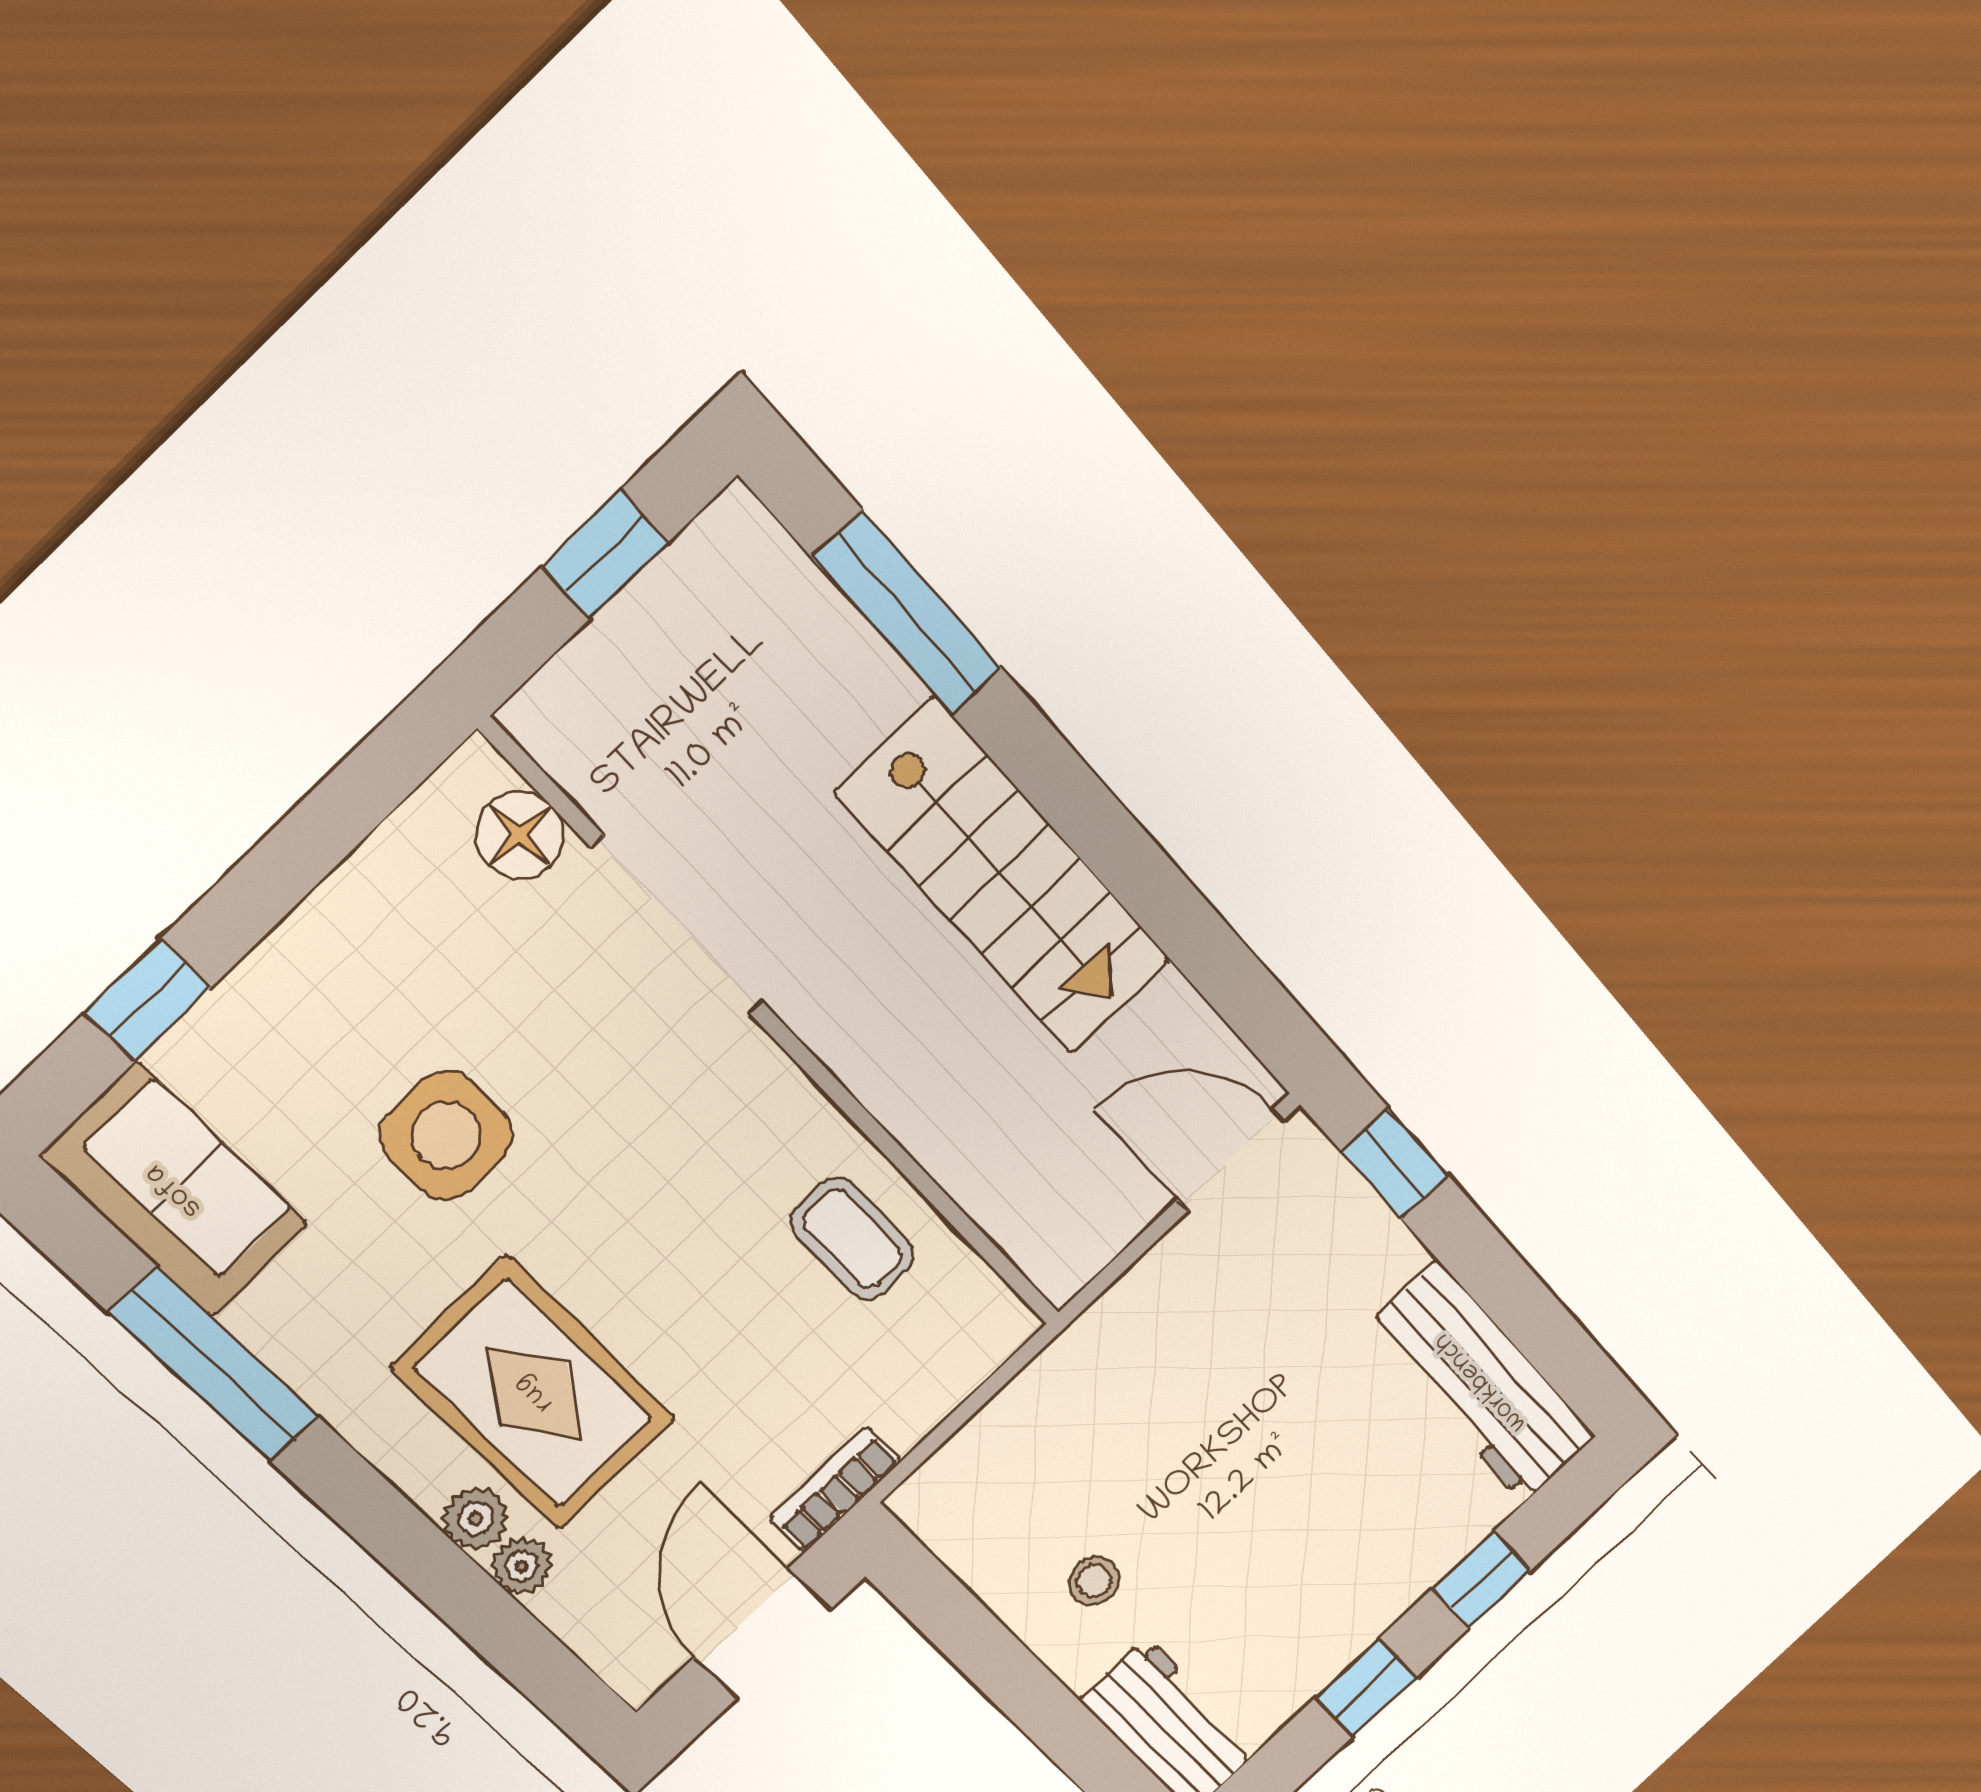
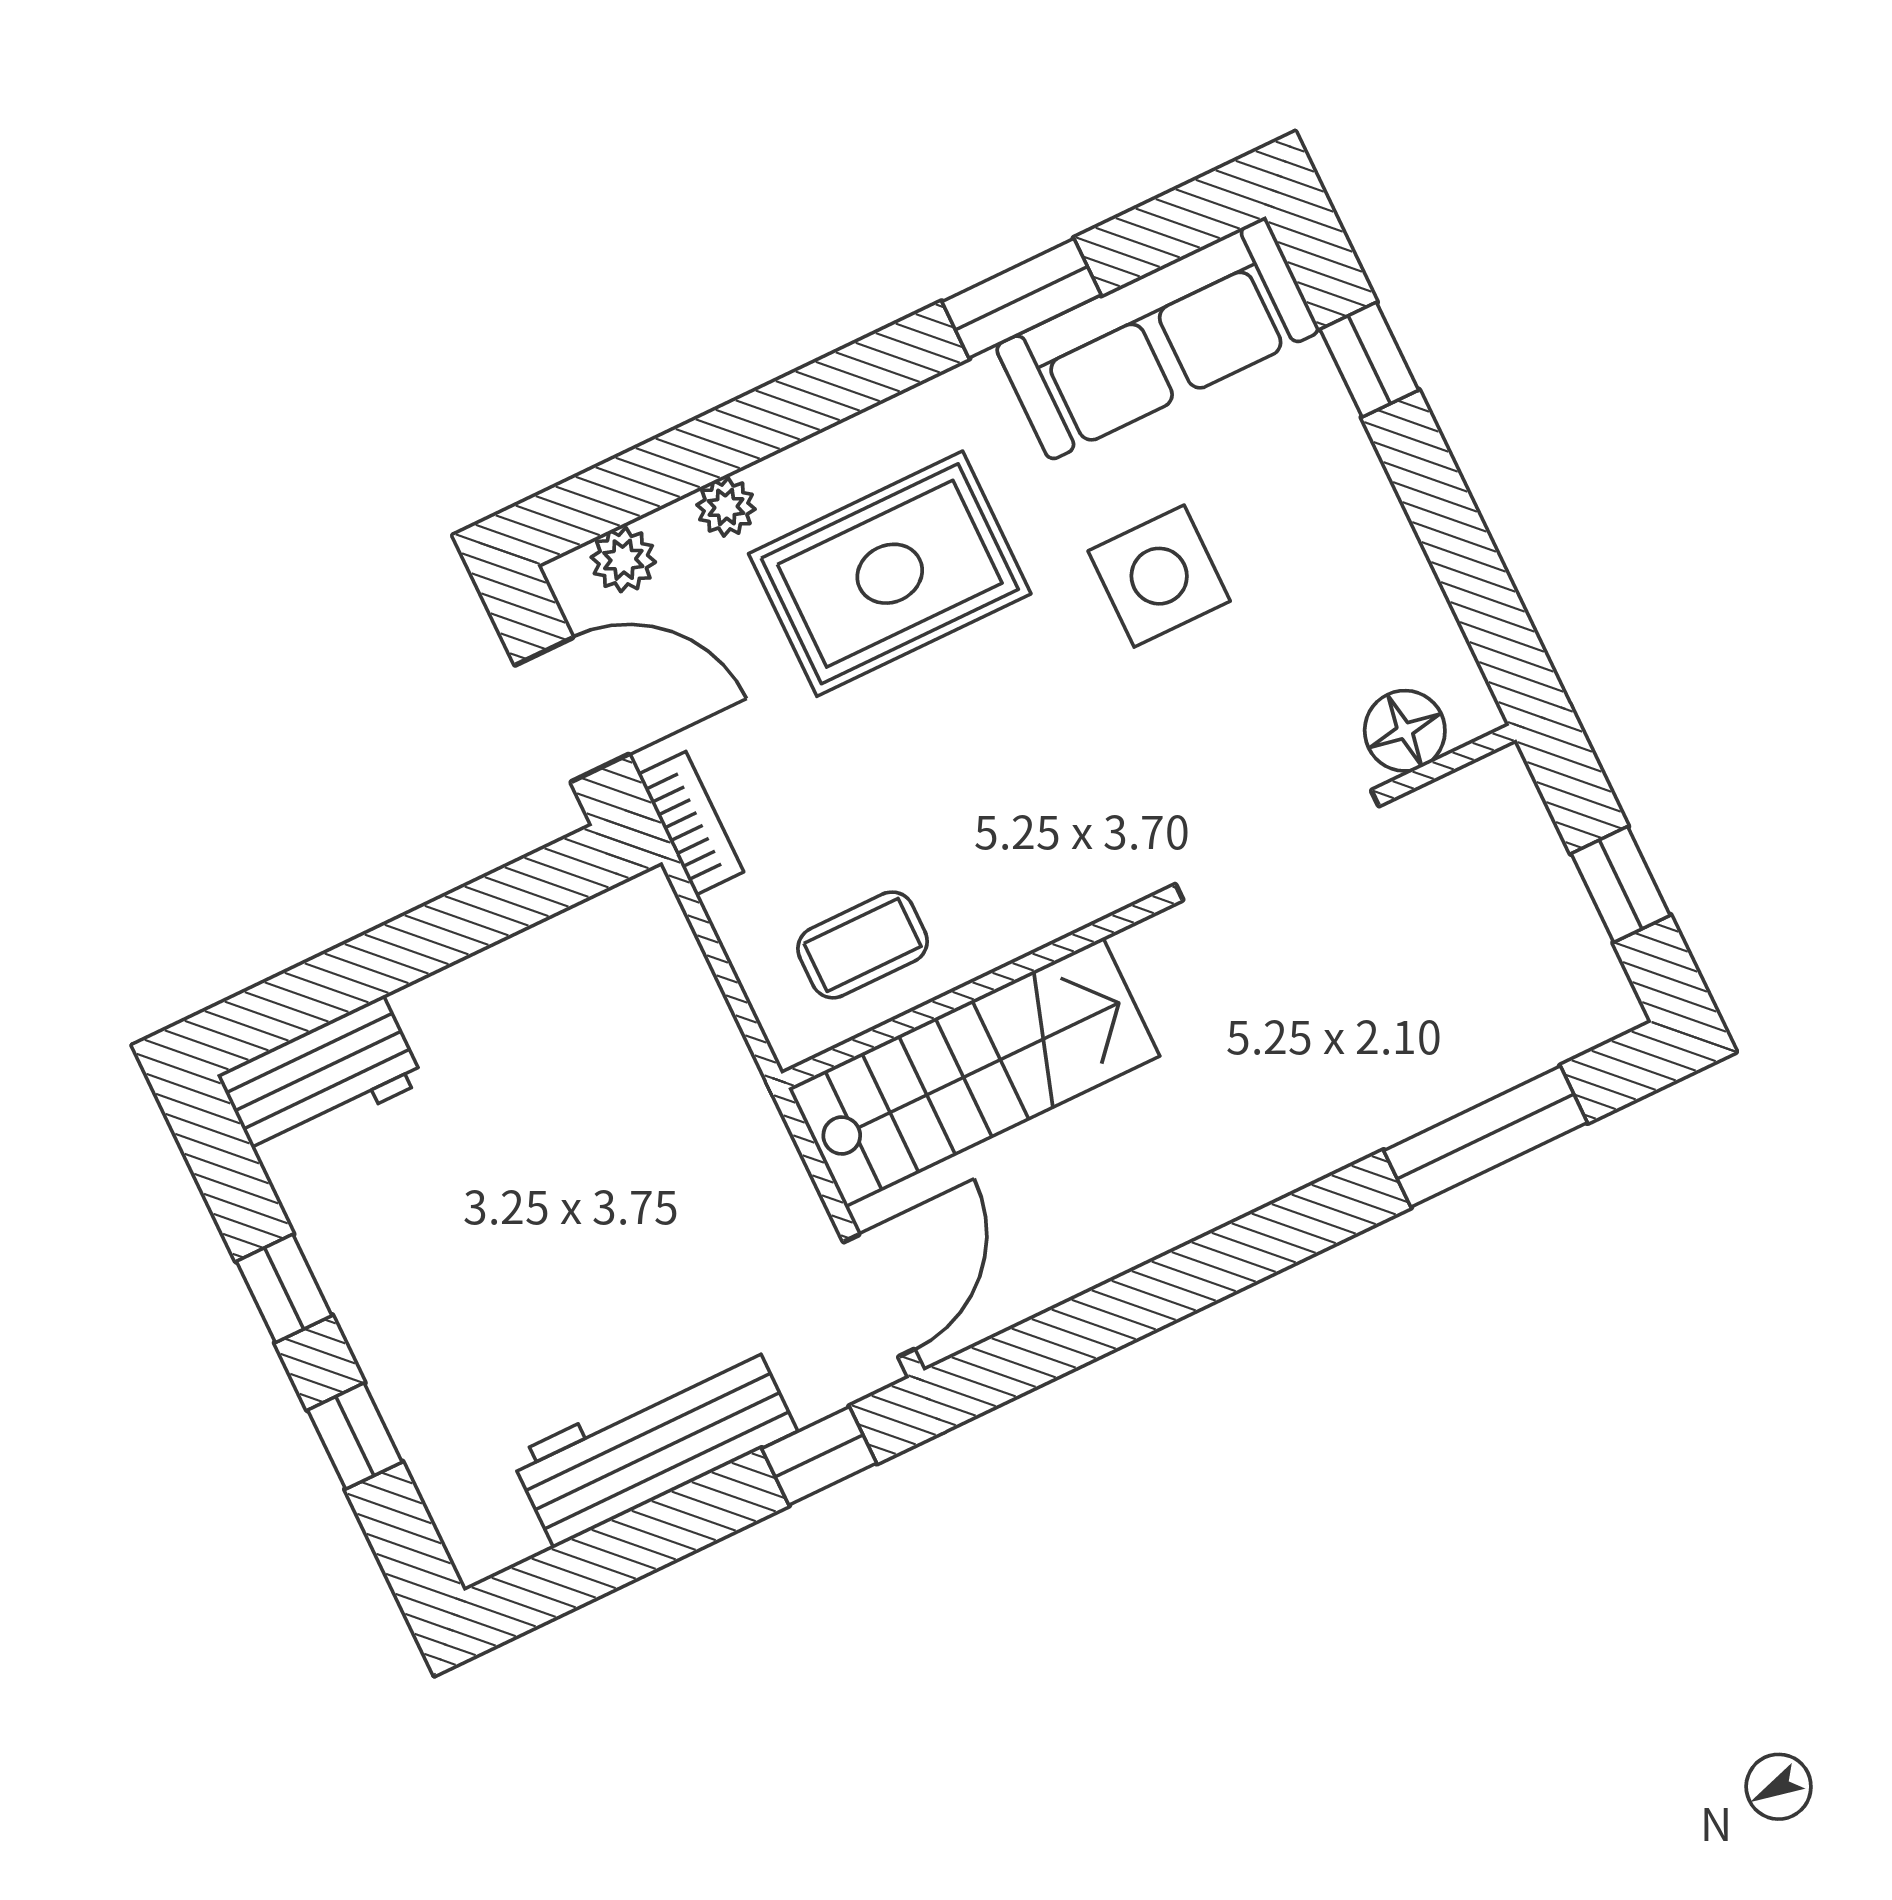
stairs: (1004, 877) -> (974, 1072), moved, turned 180
sofa: (174, 1190) -> (1158, 339), width x1.36
coffee table: (852, 1239) -> (863, 945), moved
window: (214, 1365) -> (1021, 298), width x0.69
workbench: (1481, 1382) -> (654, 1444), moved
plant: (476, 1518) -> (623, 560), moved
stool: (1094, 1581) -> (503, 1046), removed

